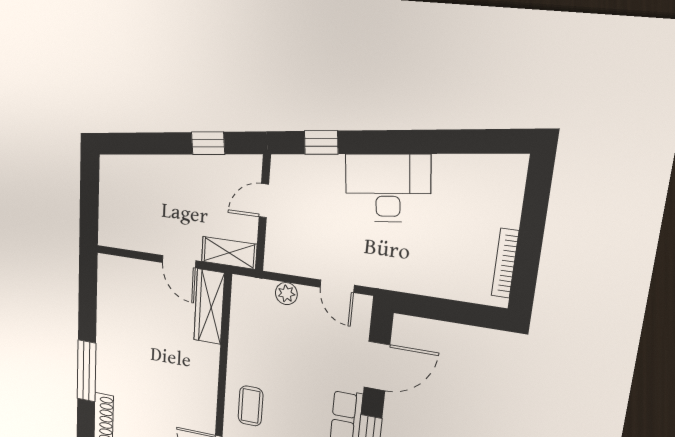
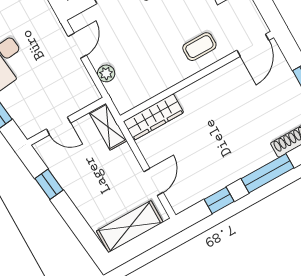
shelving: (113, 198) -> (130, 227), added
door: (179, 262) -> (154, 182), moved
window: (88, 306) -> (219, 200), added

